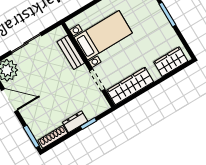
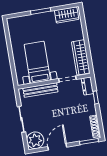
bench: (71, 52) -> (40, 90), width x1.36
wardrobe: (171, 62) -> (67, 15), moved, turned -90
dresser: (75, 122) -> (87, 86), moved

